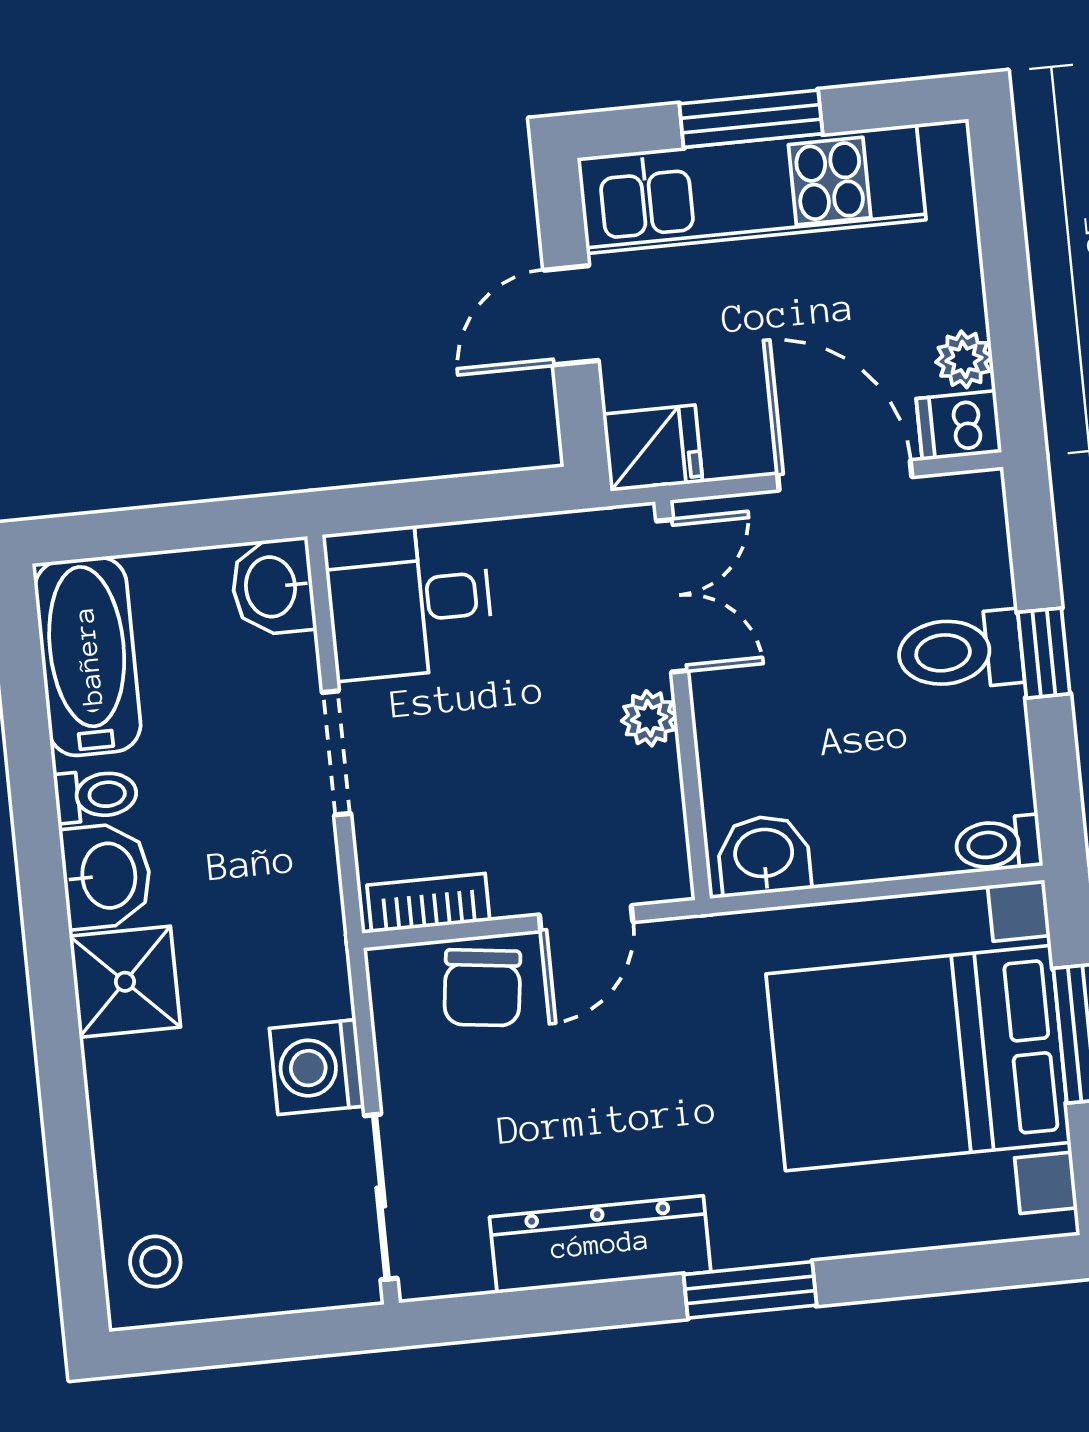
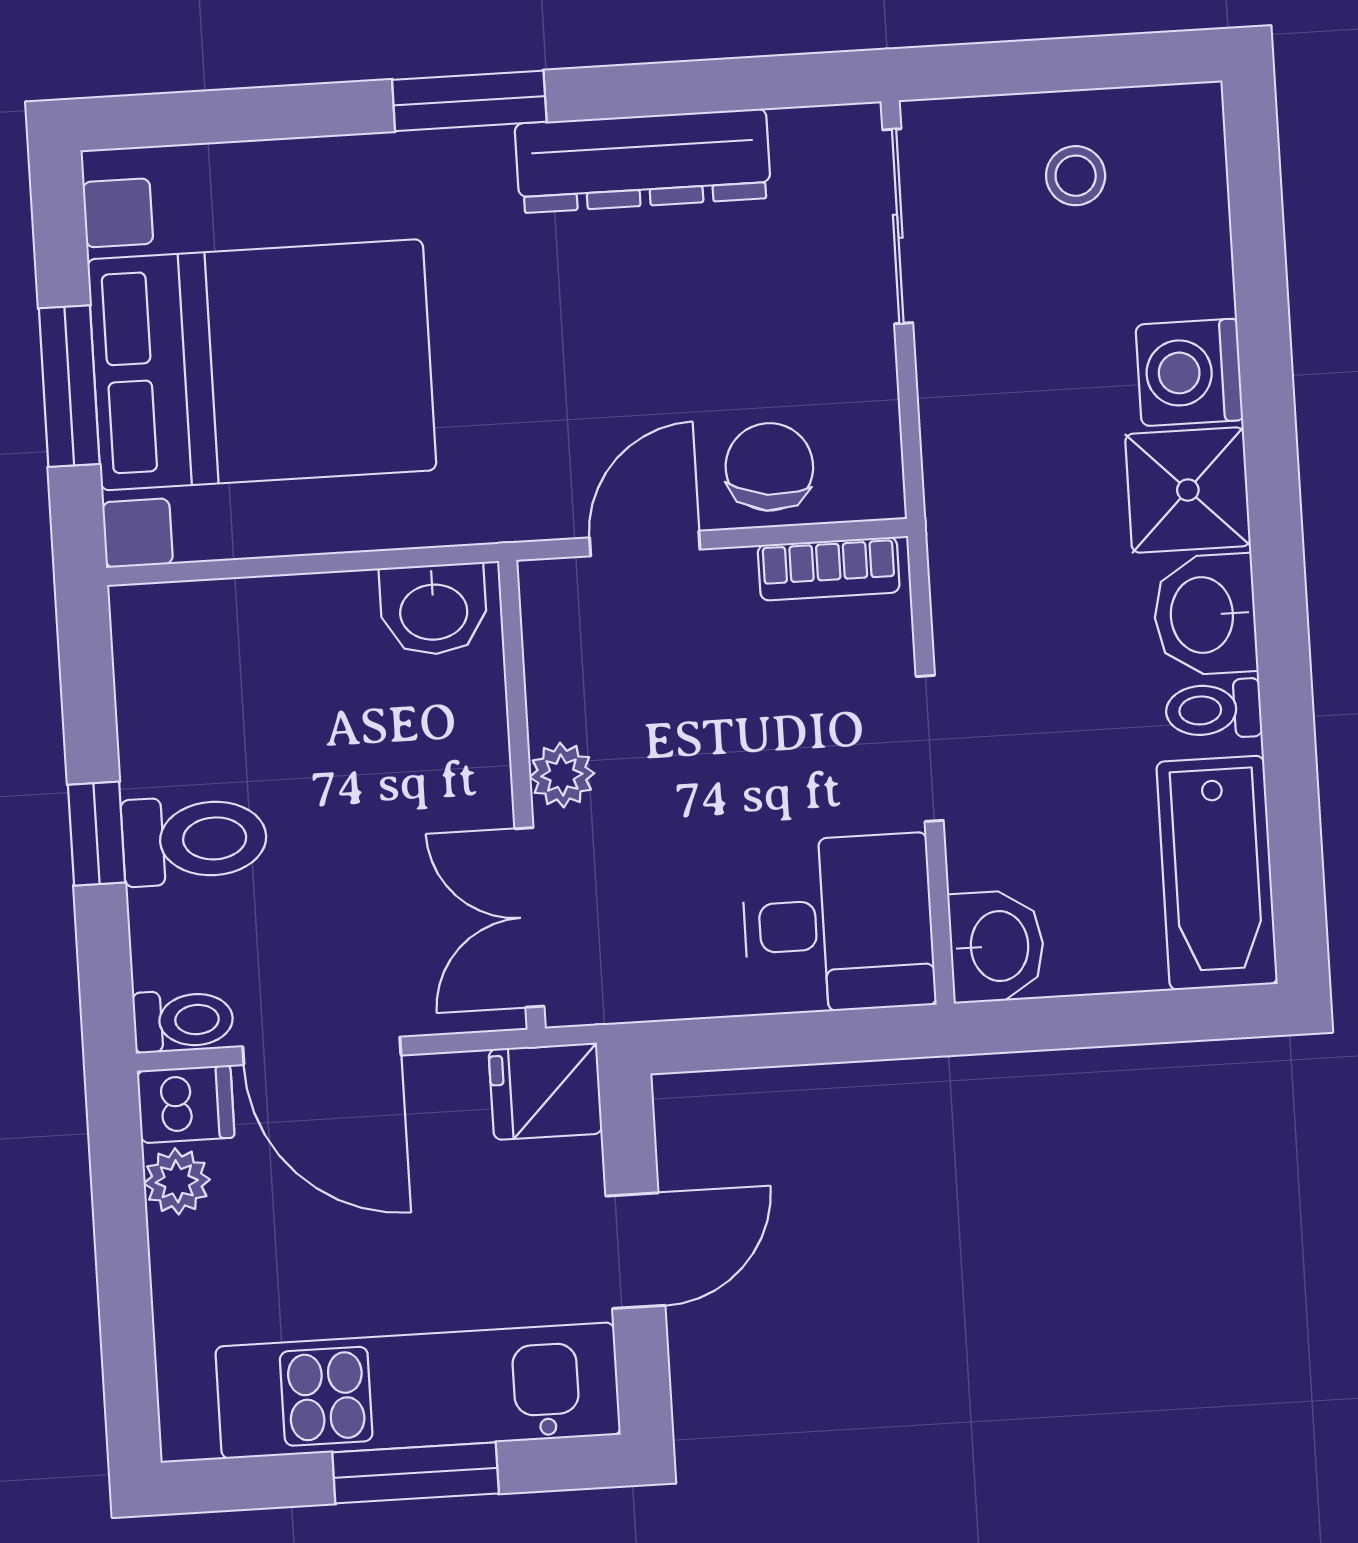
toilet: (998, 844) -> (183, 1020), moved
washing machine: (317, 1067) -> (1189, 372), moved, turned 180
stool: (155, 1262) -> (1076, 176), moved

